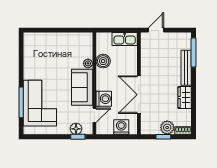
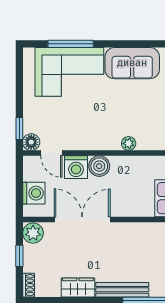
boiler: (103, 61) -> (99, 166), moved
sofa: (82, 87) -> (132, 63), moved, turned 180
plant: (167, 128) -> (33, 233), moved
floor lamp: (76, 129) -> (31, 142), moved

